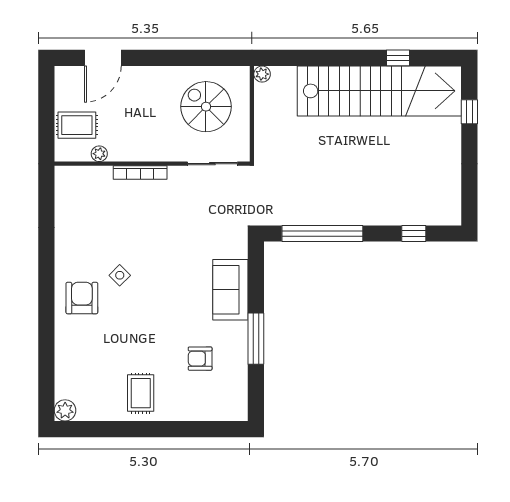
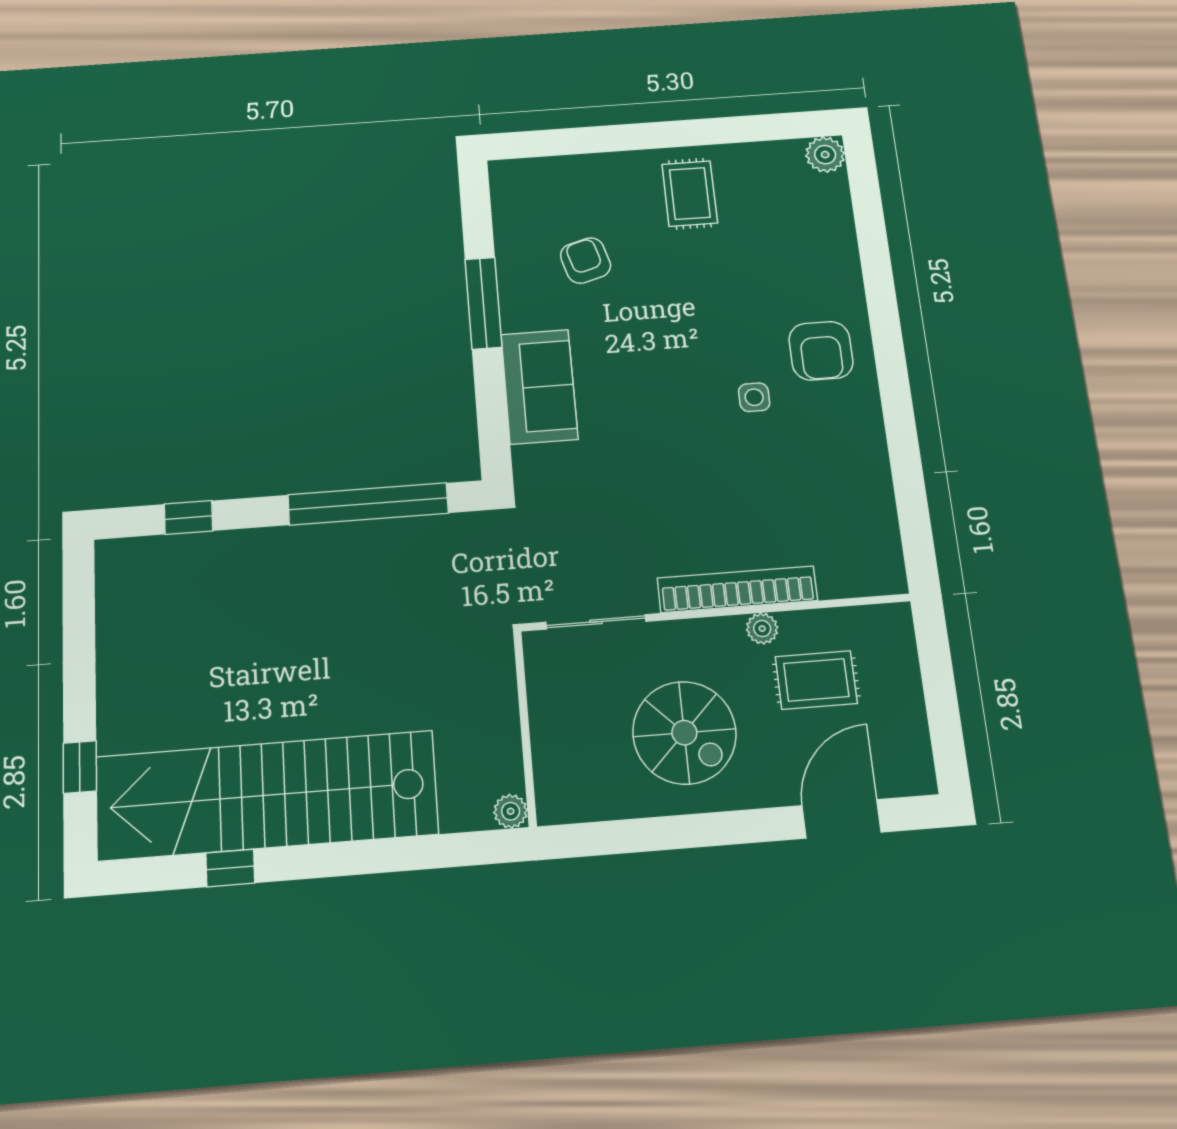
spiral stairs: (206, 107) -> (684, 733), moved
rug: (77, 125) -> (816, 680), moved
plant: (99, 154) -> (762, 629), moved
bookcase: (140, 172) -> (737, 589), width x1.48, depth x1.31
side table: (120, 275) -> (754, 397), turned 45
armchair: (200, 359) -> (586, 261), turned -106

